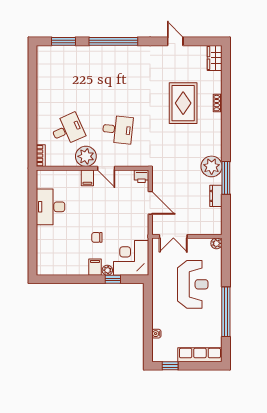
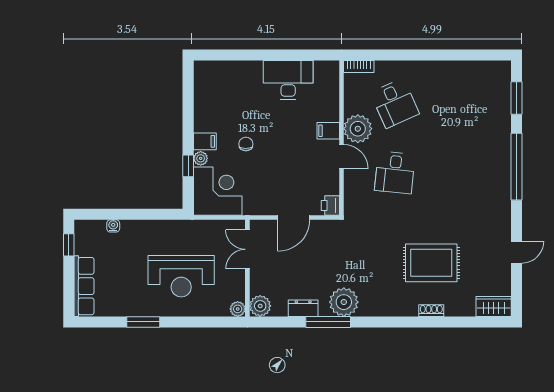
door: (106, 168) -> (341, 157), swing flipped
plant: (214, 227) -> (260, 306), added
window: (226, 312) -> (143, 322), width x0.47

